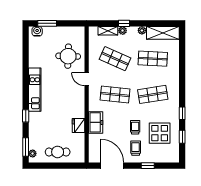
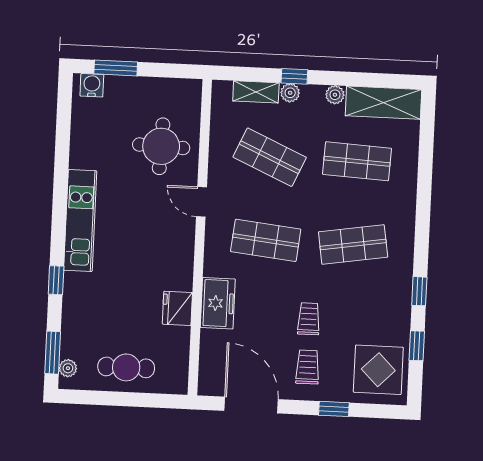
display table: (160, 133) -> (378, 370), moved

